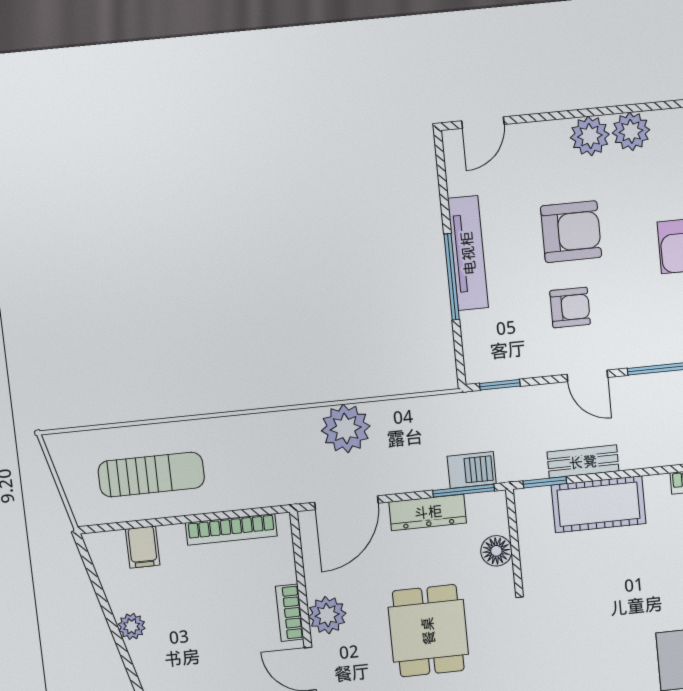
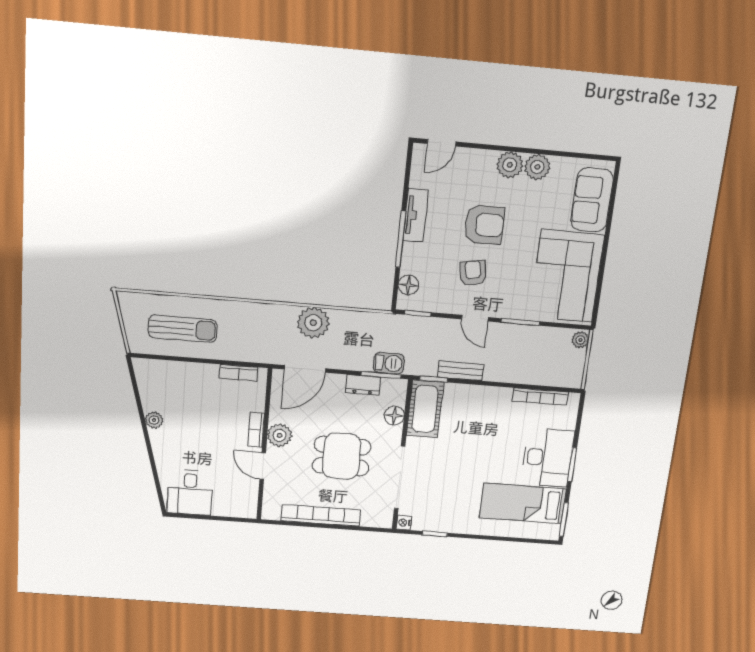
tv unit: (468, 253) -> (416, 215), width x0.71
armchair: (570, 307) -> (473, 273), turned -100
floor lamp: (477, 344) -> (408, 285), added
cot: (599, 504) -> (425, 409), moved, turned 90
dresser: (428, 512) -> (363, 385), width x0.70
bookcase: (231, 529) -> (239, 373), width x0.64
filing cabinet: (143, 547) -> (169, 373), removed
dining table: (428, 631) -> (342, 456), turned 90

